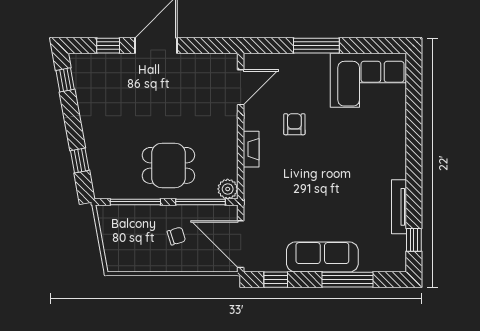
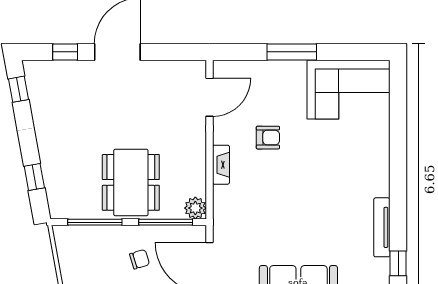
armchair: (294, 124) -> (268, 138), turned 90
dining table: (168, 165) -> (131, 182), width x1.38

